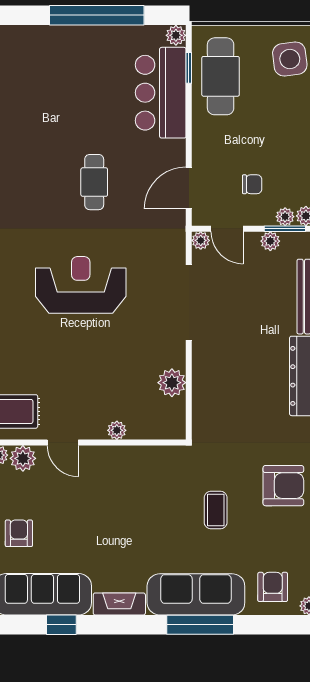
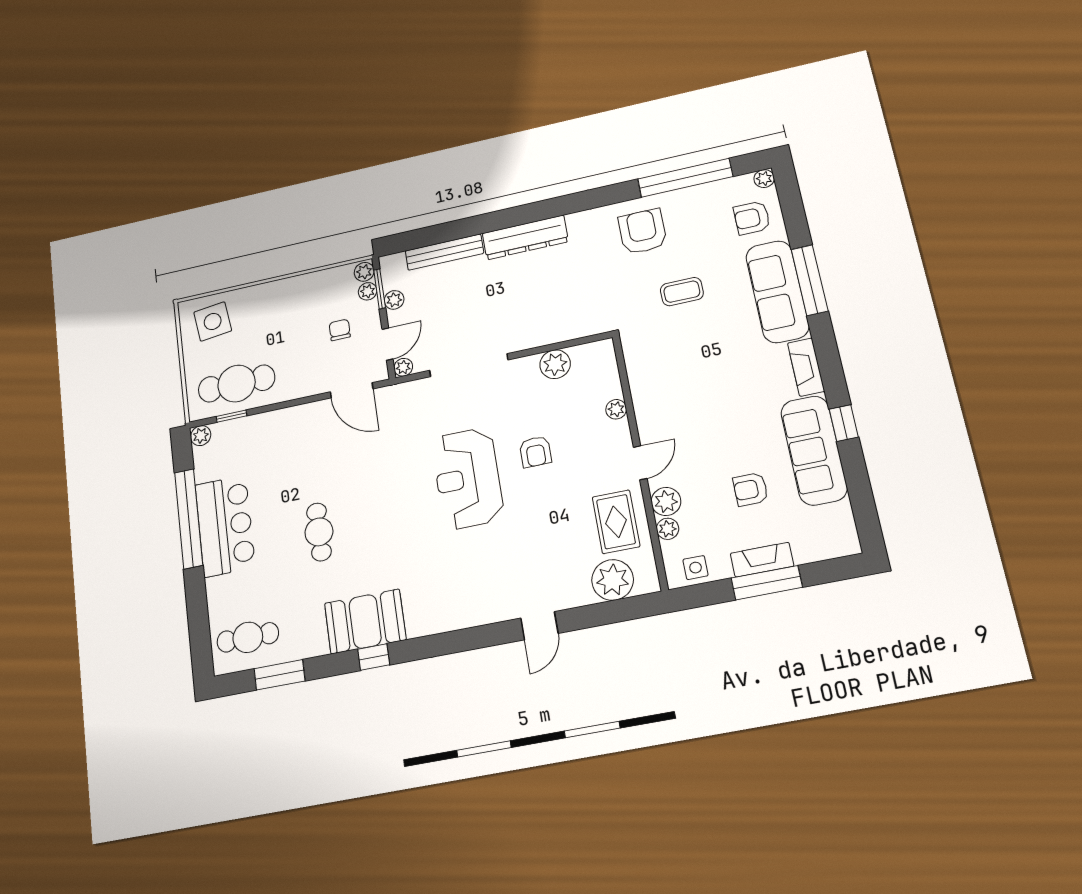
bar counter: (161, 93) -> (225, 526), moved, turned -90
cafe table: (94, 182) -> (319, 532), moved, turned 90
armchair: (93, 351) -> (535, 452), added

